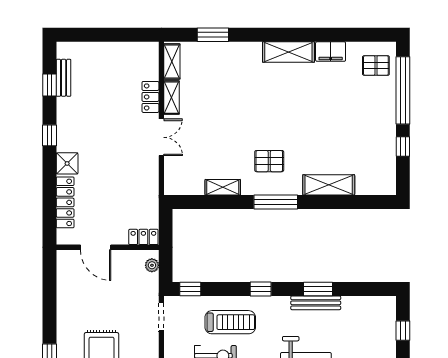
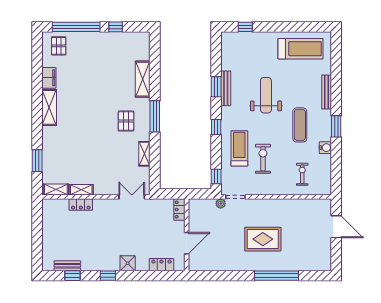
double door: (161, 137) -> (132, 197), moved
locker: (65, 202) -> (161, 265), width x0.66
plant: (152, 265) -> (221, 204), moved

